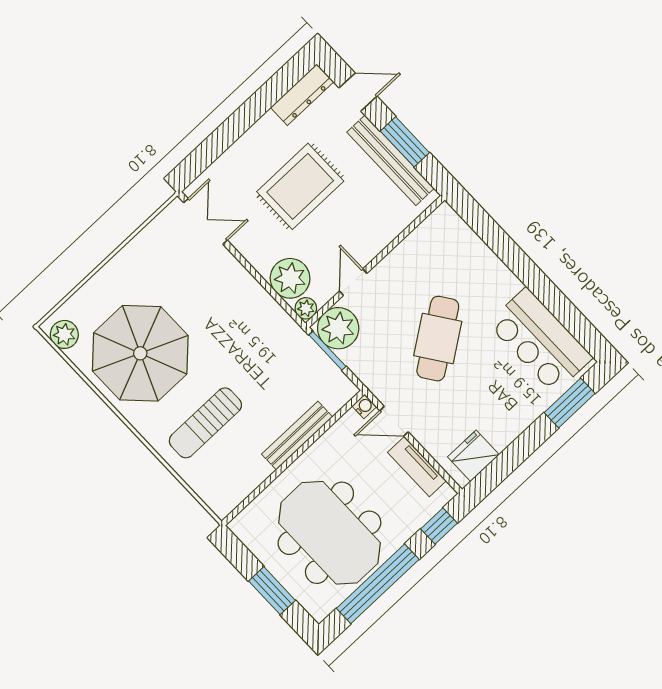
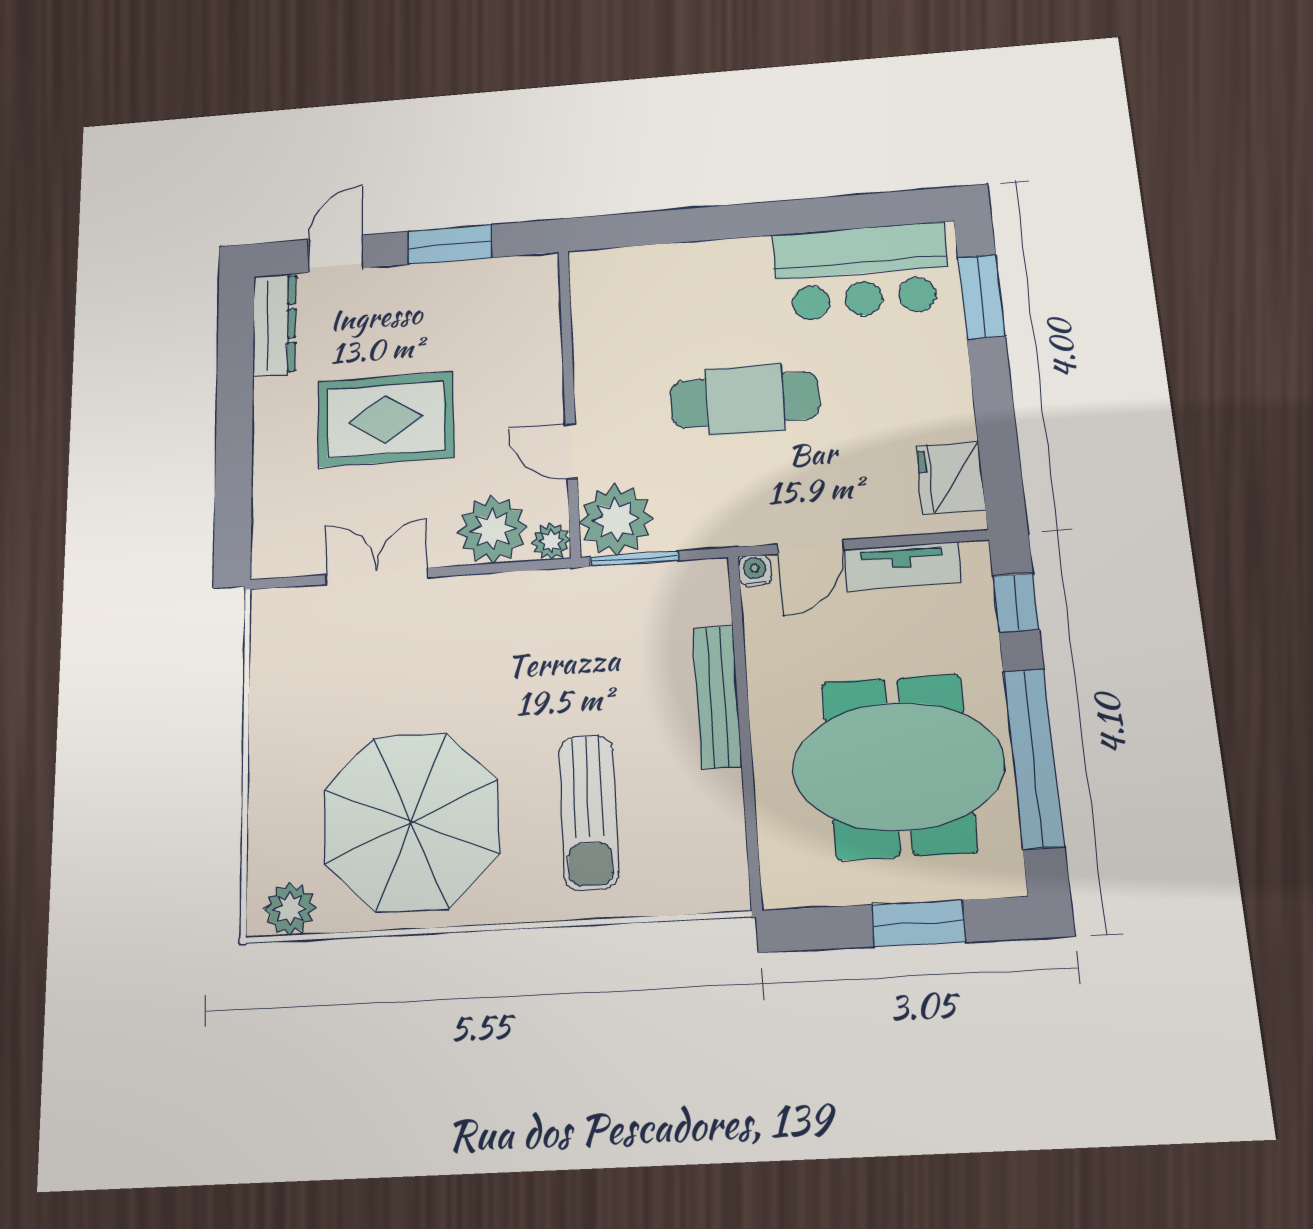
bench: (391, 160) -> (457, 280), removed
rug: (300, 186) -> (386, 419), turned 90
double door: (206, 221) -> (377, 576), moved
cafe table: (438, 339) -> (745, 400), turned -55

